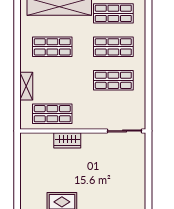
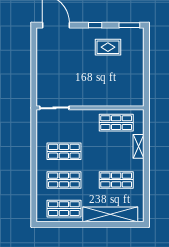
wardrobe: (67, 140) -> (103, 100), removed

